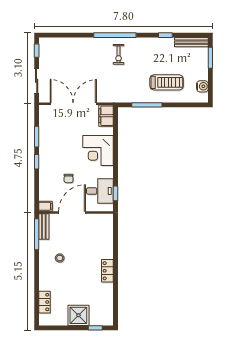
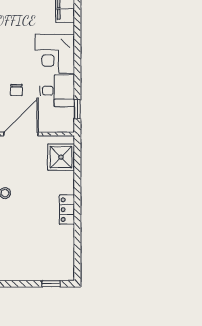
desk: (100, 191) -> (57, 91), moved
shower: (78, 315) -> (61, 157), moved

